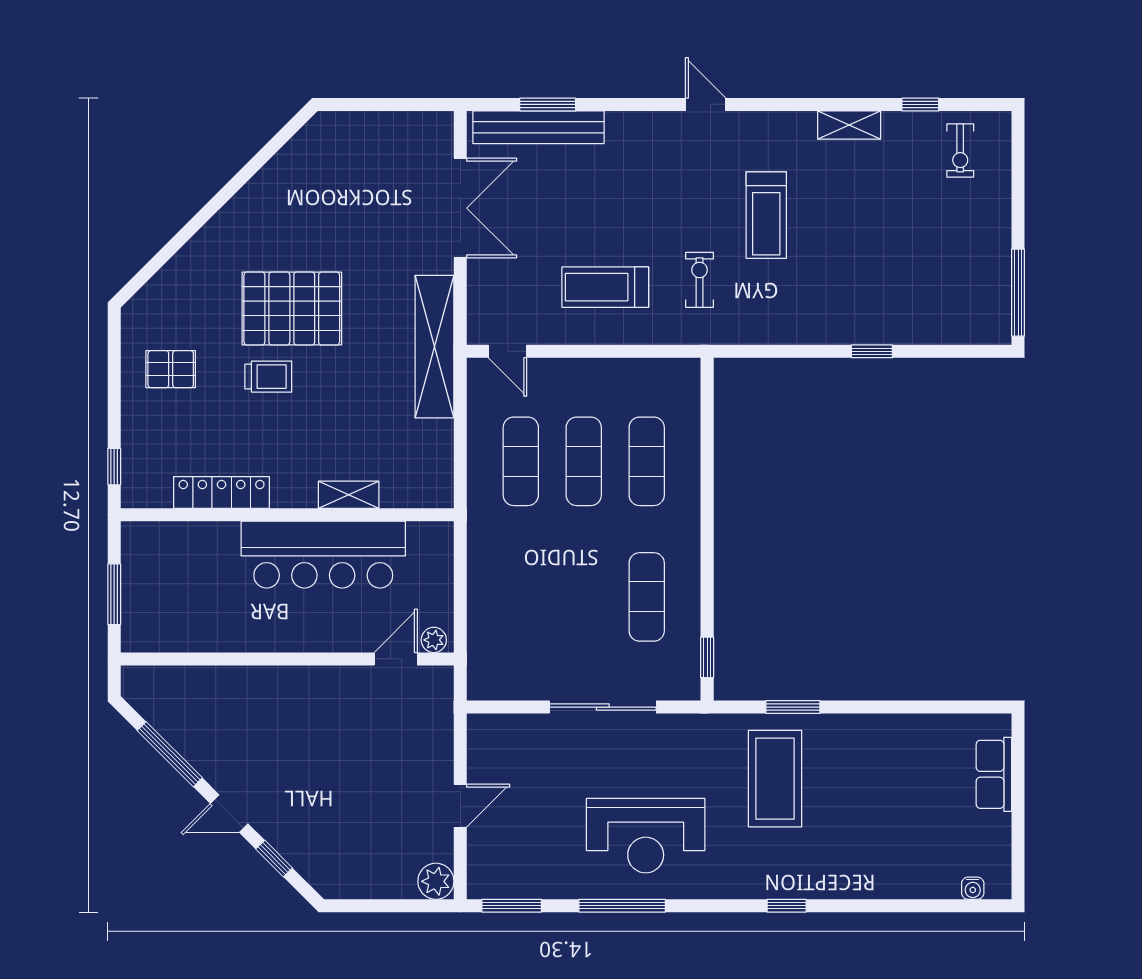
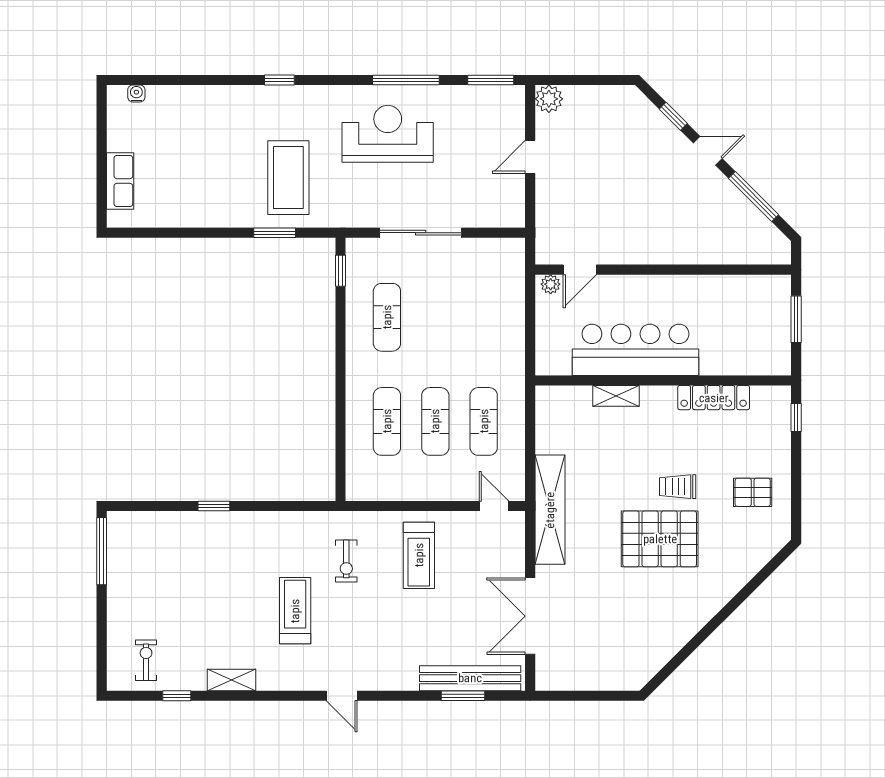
treadmill: (605, 287) -> (419, 555), turned 90

